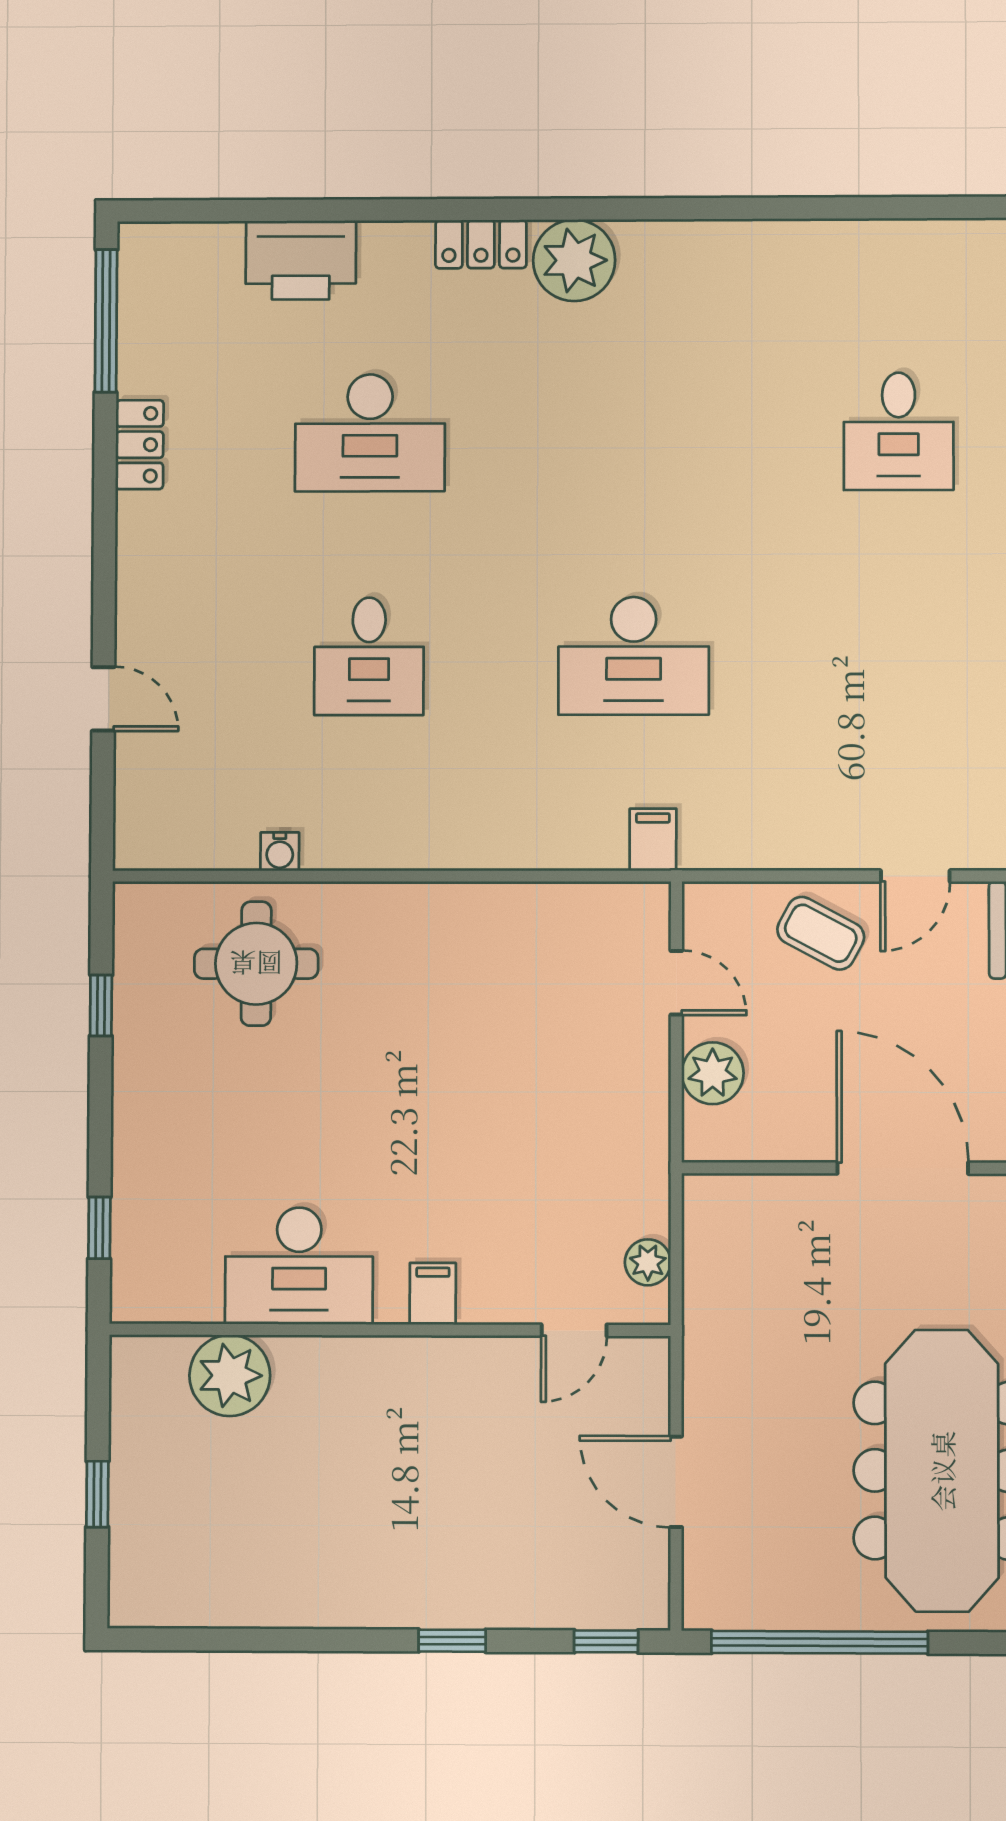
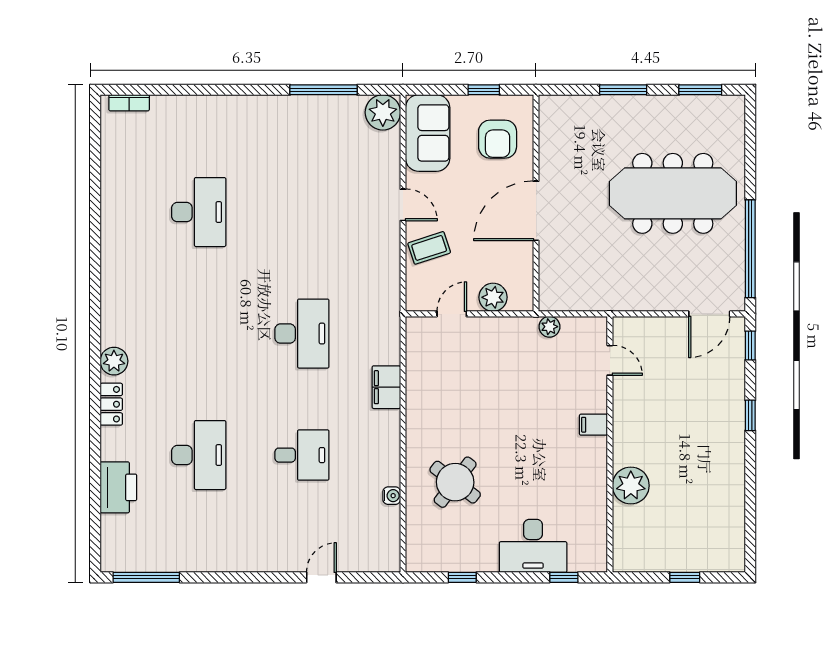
plant: (574, 260) -> (114, 361), width x0.73, depth x0.73
desk: (899, 431) -> (199, 212), width x1.37
locker: (140, 445) -> (204, 561), removed
filing cabinet: (653, 840) -> (386, 387), moved, width x2.00
coffee table: (821, 933) -> (429, 248), turned 44
round table: (256, 964) -> (455, 482), moved, turned 37
plant: (648, 1262) -> (549, 327), moved
desk: (299, 1266) -> (533, 546), moved, turned 90
plant: (230, 1375) -> (631, 486), moved
door: (676, 1482) -> (709, 314), moved

